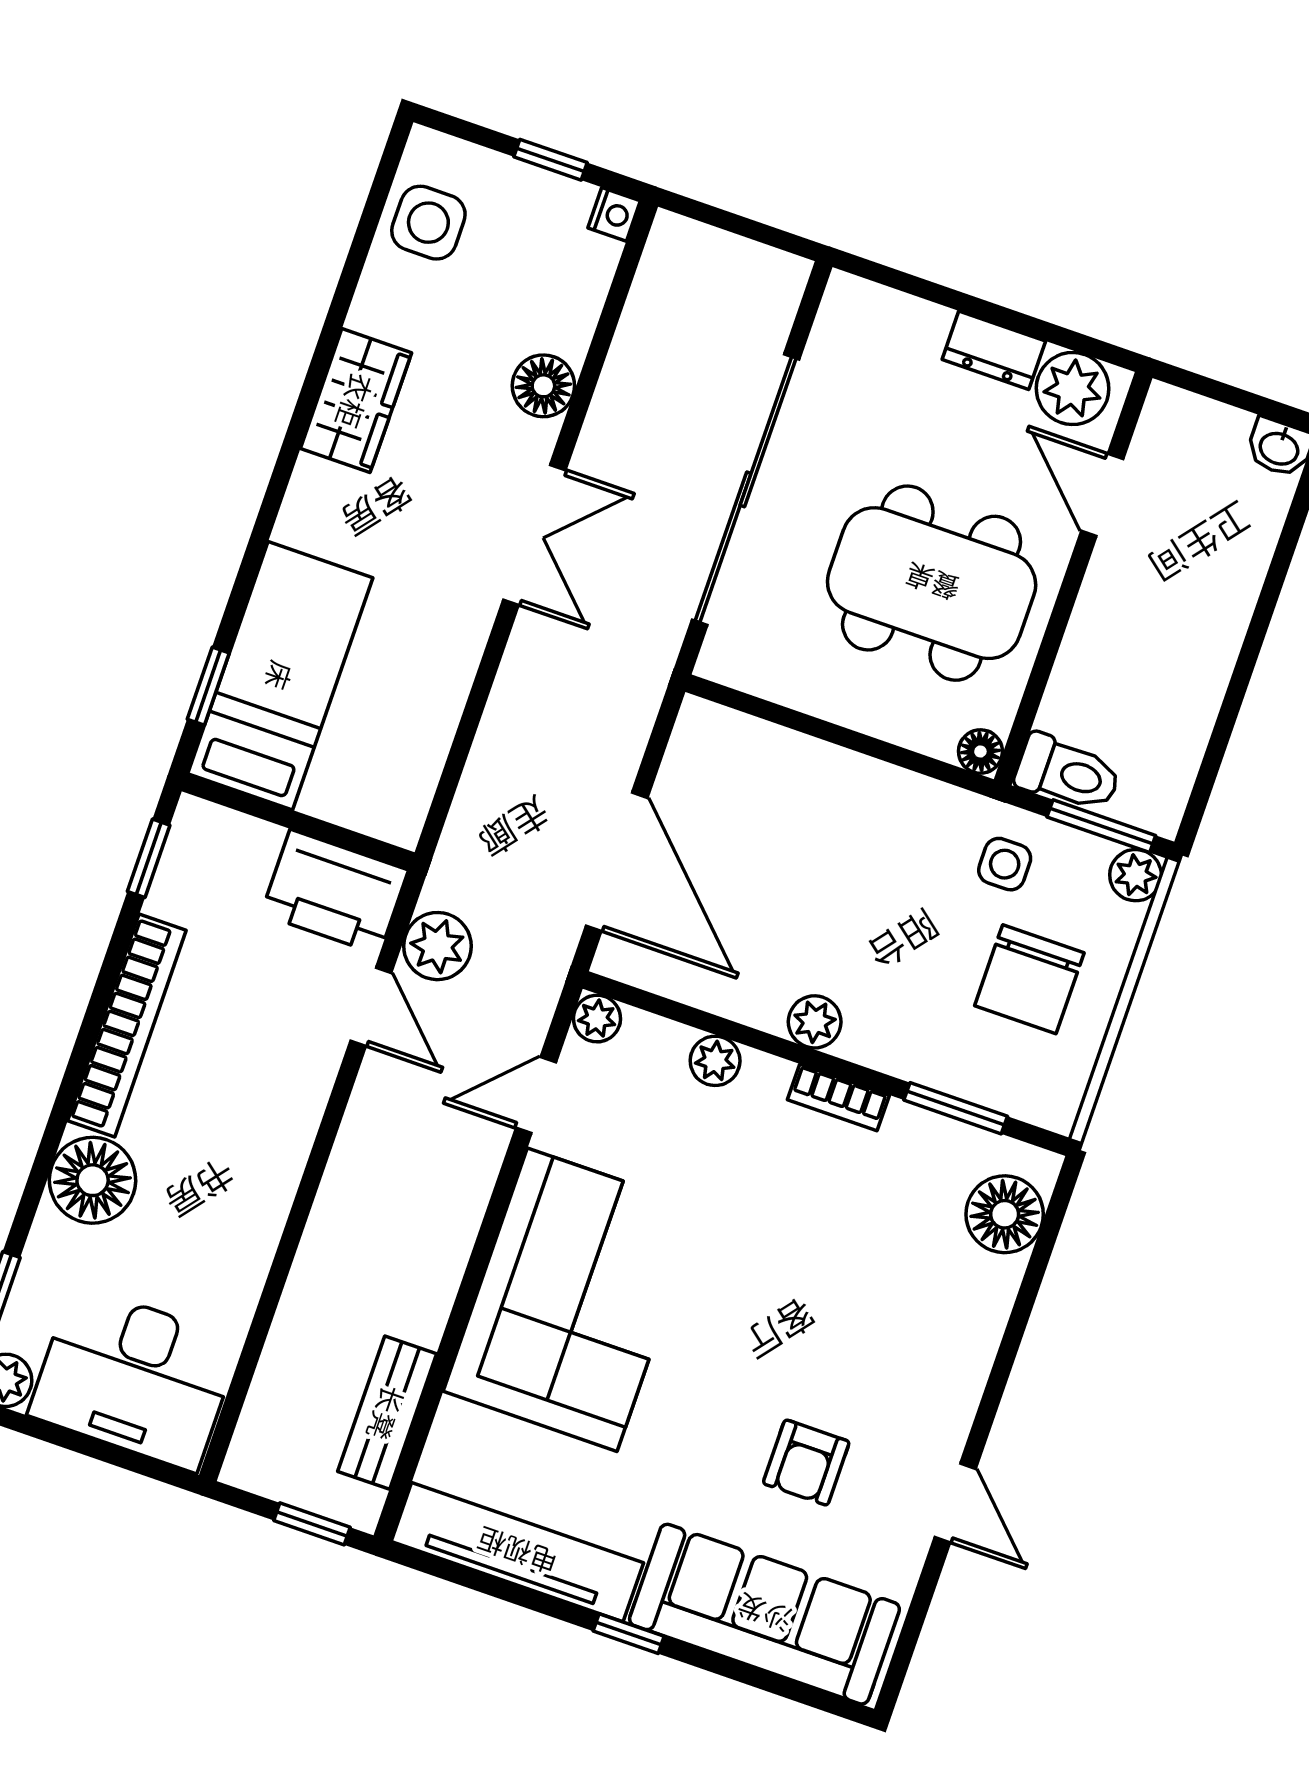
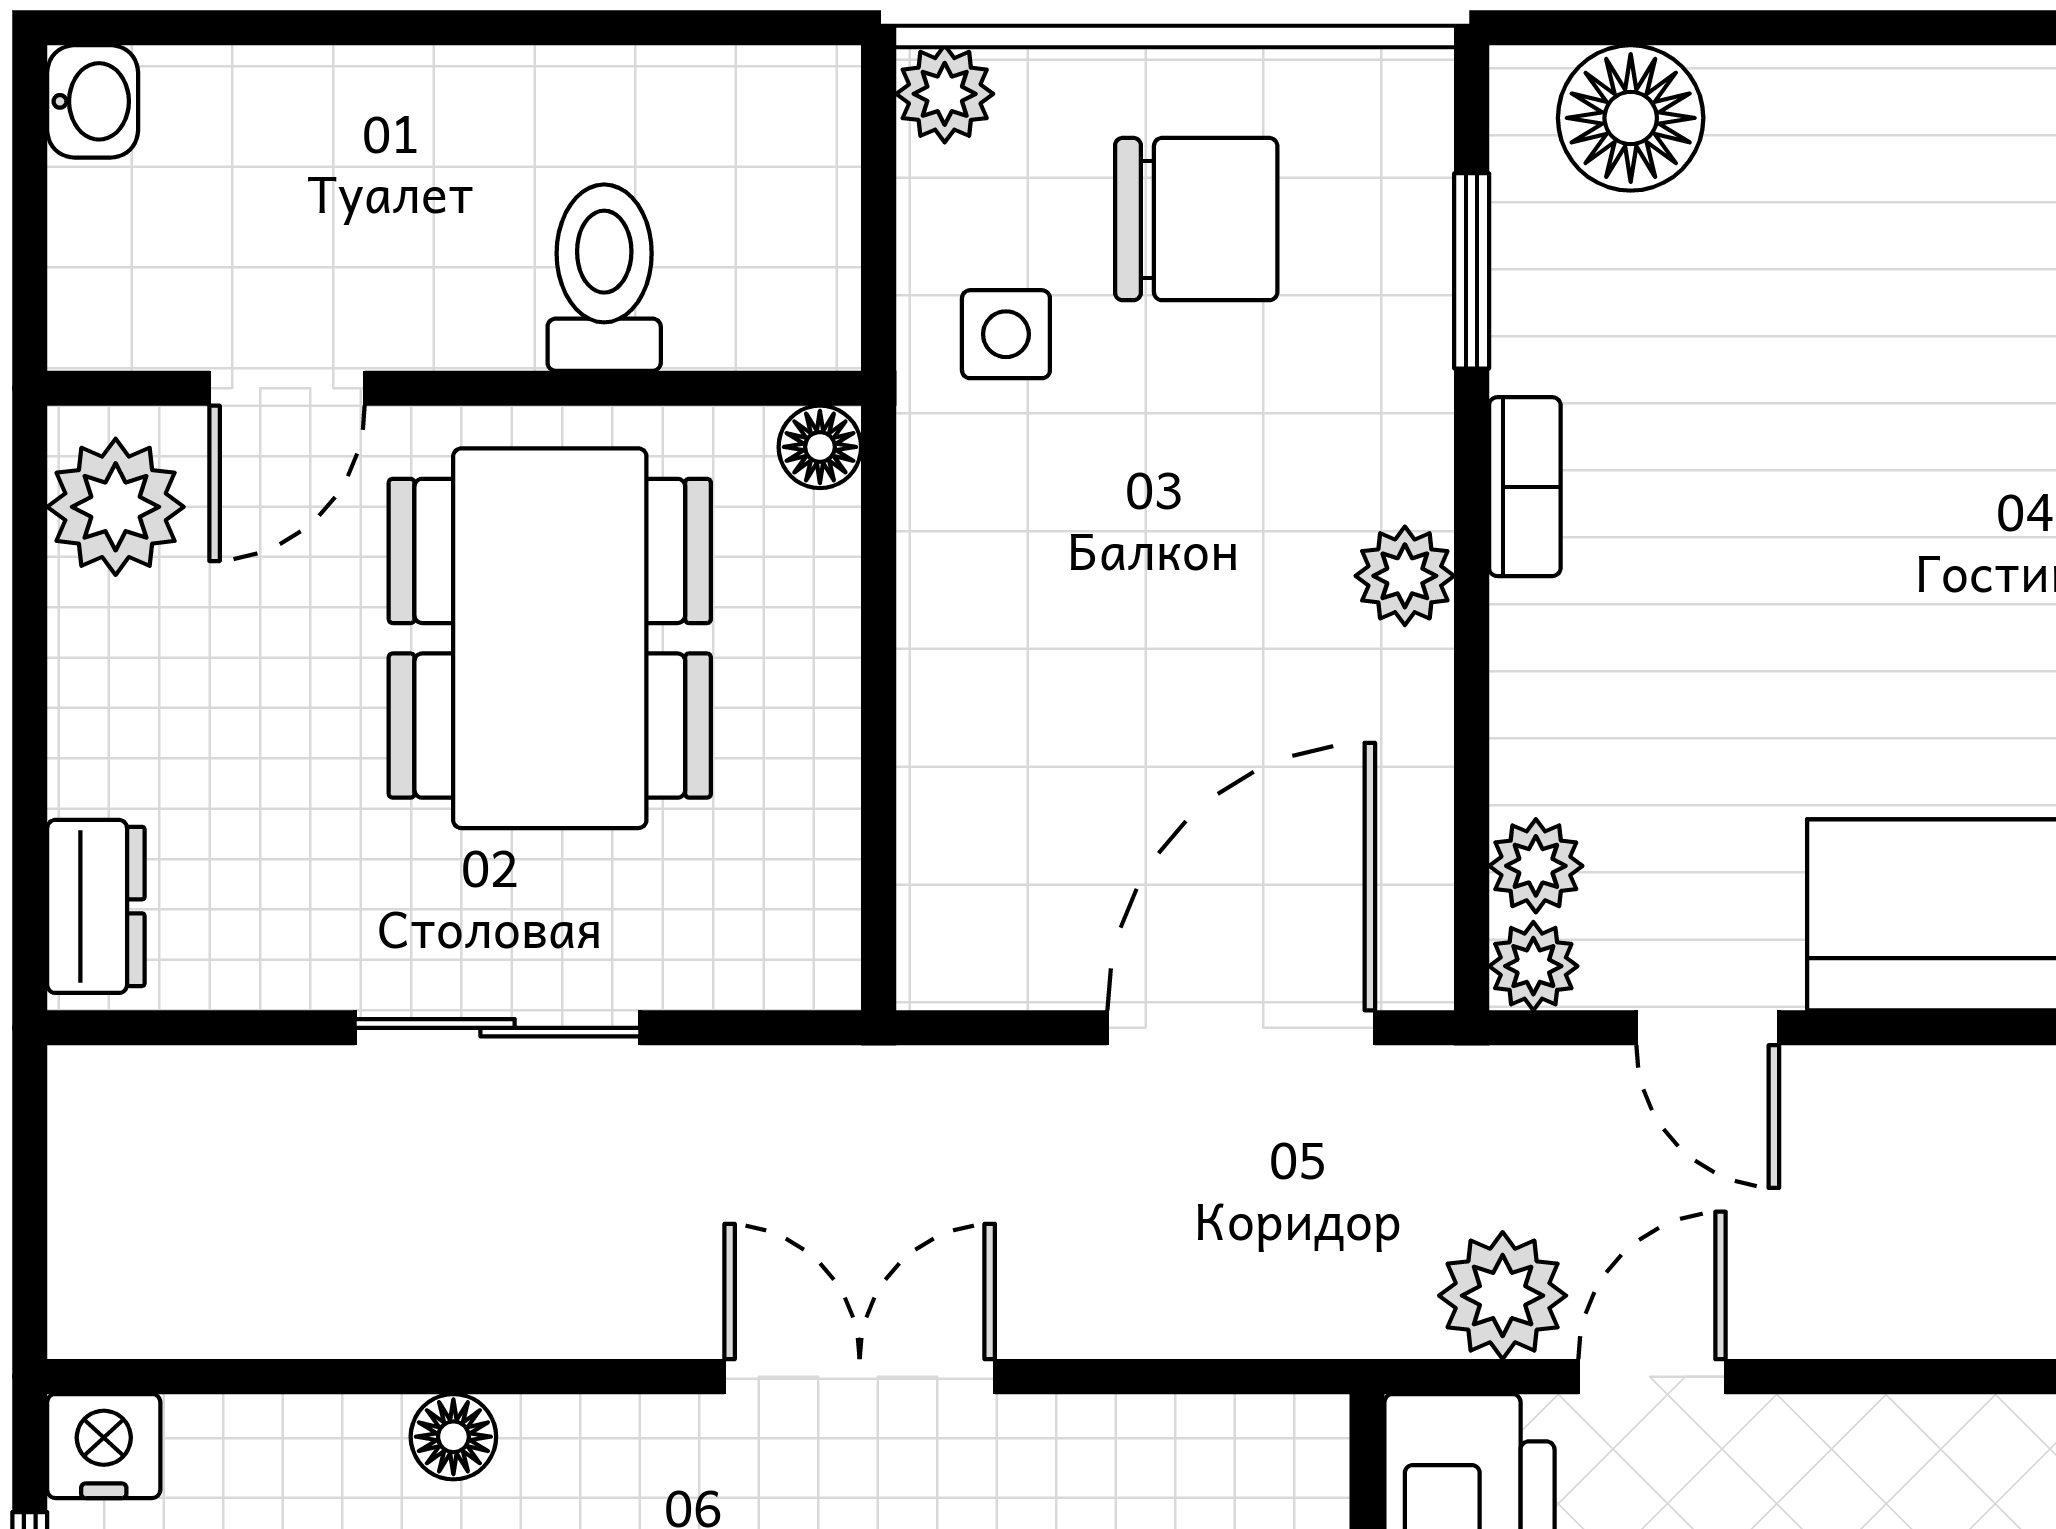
nightstand: (614, 214) -> (104, 1446), width x1.39, depth x1.35
dresser: (994, 350) -> (96, 906), moved
floor lamp: (543, 386) -> (453, 1437), width x0.73, depth x0.73
sliding door: (746, 489) -> (498, 1028), width x0.54
double door: (534, 535) -> (860, 1377), moved
toilet: (1068, 773) -> (604, 278), moved
window: (1101, 826) -> (879, 185), removed
plant: (715, 1061) -> (1536, 866), moved

